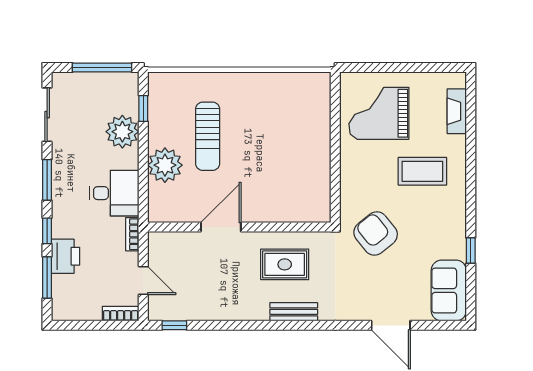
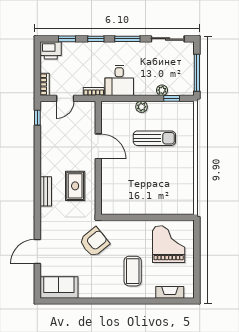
plant: (122, 132) -> (162, 90), width x0.53, depth x0.53
sun lounger: (208, 136) -> (154, 138), turned 180
plant: (165, 165) -> (142, 107), width x0.53, depth x0.53
window: (471, 250) -> (84, 301), removed
printer: (66, 256) -> (51, 50), moved
window: (47, 277) -> (67, 39), width x0.67

